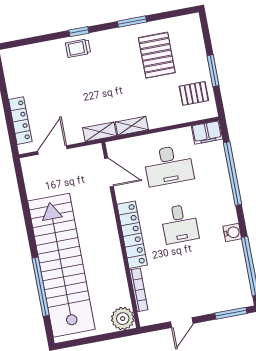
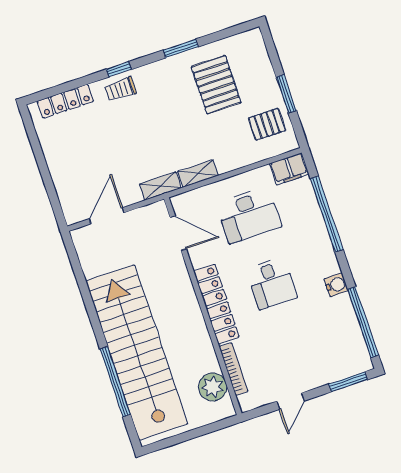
locker: (20, 121) -> (65, 101), moved, turned 90
plant: (123, 319) -> (213, 387), moved

